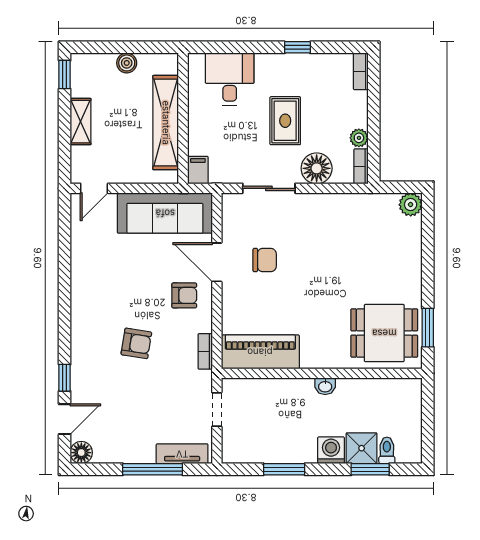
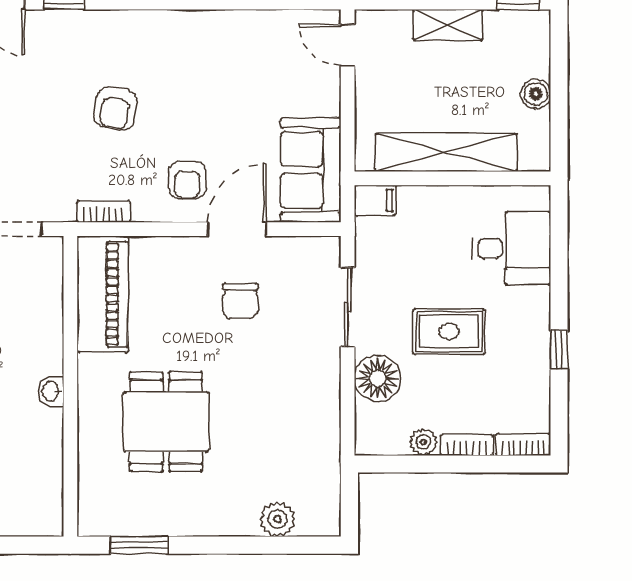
bookcase: (361, 166) -> (467, 445), moved
plant: (411, 205) -> (277, 519), moved
sofa: (165, 213) -> (311, 170), width x0.73
dining table: (384, 333) -> (166, 422), moved

